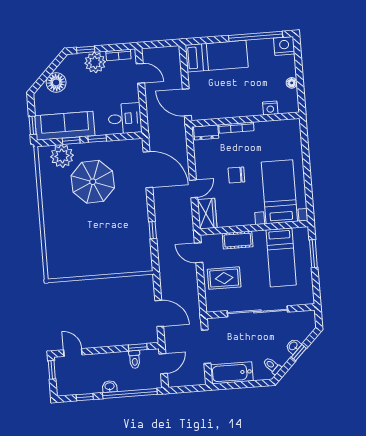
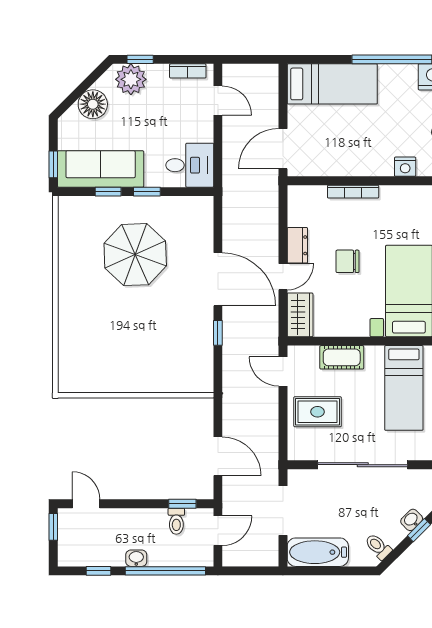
plant: (95, 62) -> (131, 79), moved
door: (187, 102) -> (283, 149), hinge flipped
dresser: (206, 132) -> (297, 245), moved, turned -90
plant: (62, 156) -> (93, 213), removed
door: (148, 170) -> (218, 279), moved

